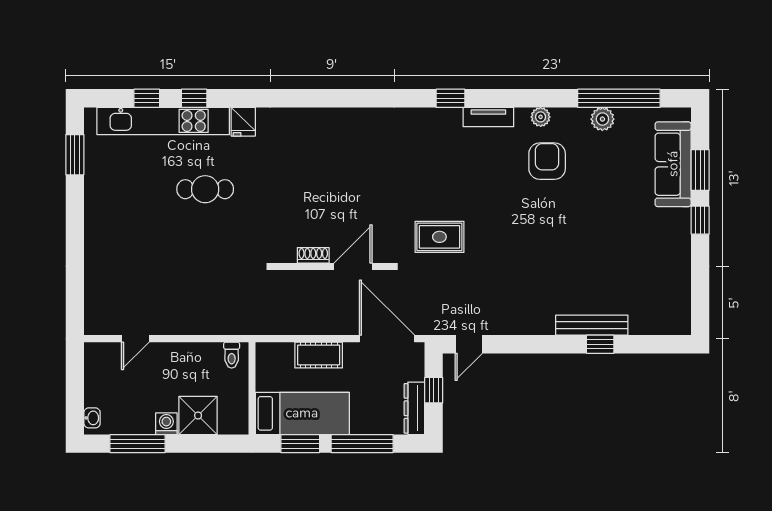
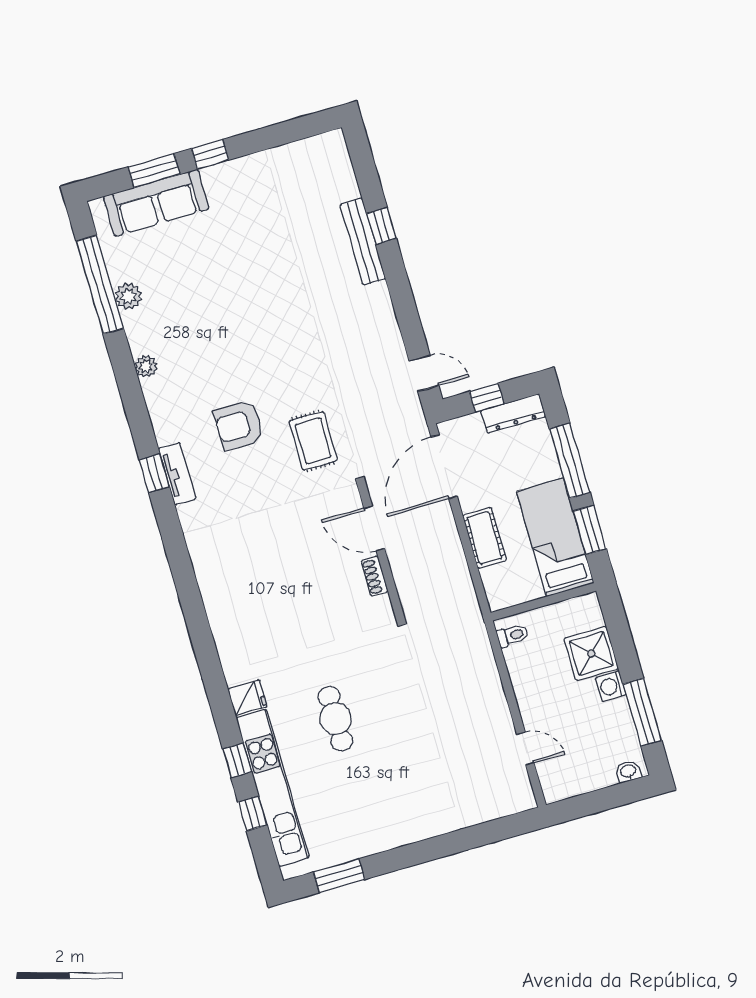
tv unit: (488, 117) -> (177, 474), moved
armchair: (547, 161) -> (239, 425), moved

